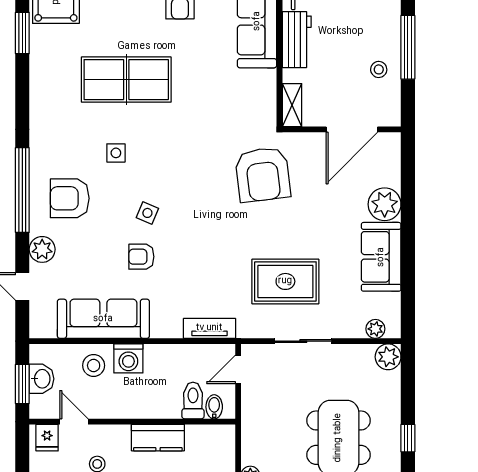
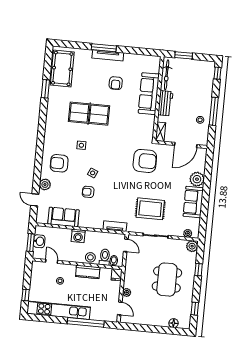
armchair: (263, 174) -> (145, 161), turned -83
window: (22, 190) -> (39, 158), removed
sofa: (103, 319) -> (64, 217), width x0.73
stool: (94, 365) -> (90, 257), moved
door: (238, 369) -> (126, 245), swing flipped
fridge: (47, 438) -> (117, 275), moved
window: (408, 438) -> (199, 270), moved

